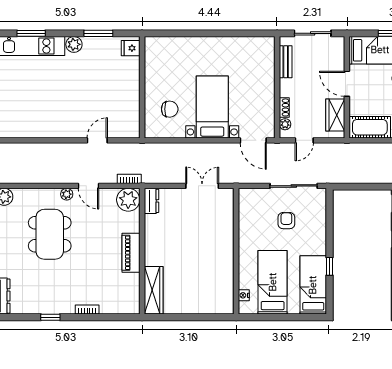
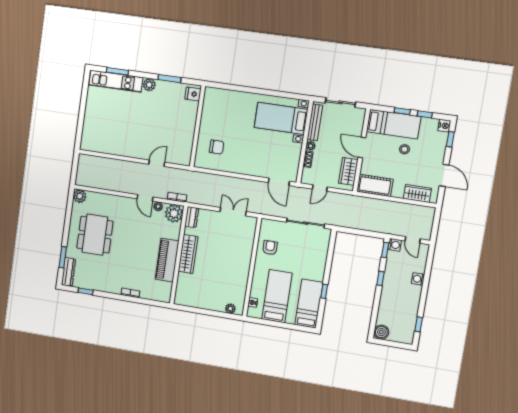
bench: (286, 62) -> (315, 122), width x1.36
bed with nightstands: (212, 107) -> (281, 118), moved, turned -90
plant: (285, 124) -> (311, 146), moved
plant: (67, 194) -> (158, 206), moved
armchair: (286, 221) -> (270, 248), moved
dining table: (50, 234) -> (95, 235), moved
piano: (131, 253) -> (167, 260), width x1.37, depth x1.33
wardrobe: (154, 290) -> (188, 254), moved
plant: (217, 308) -> (230, 309), added
window: (50, 317) -> (86, 291), moved

